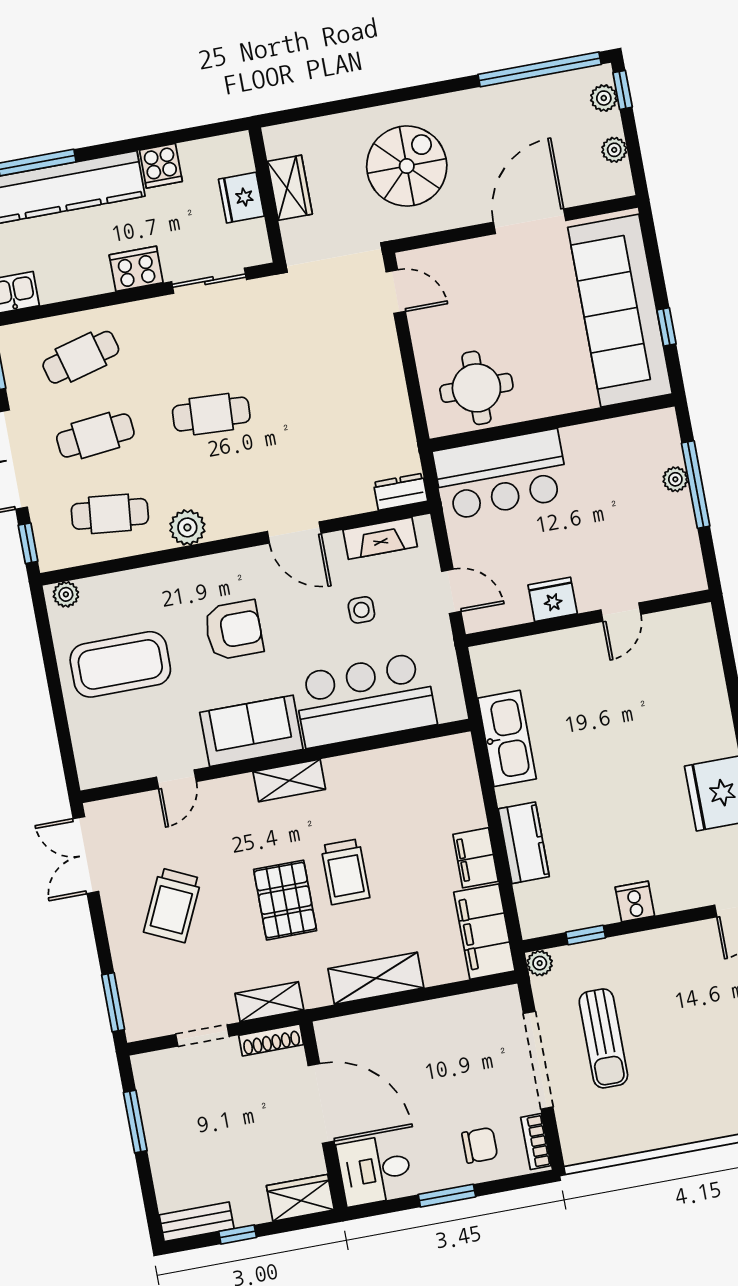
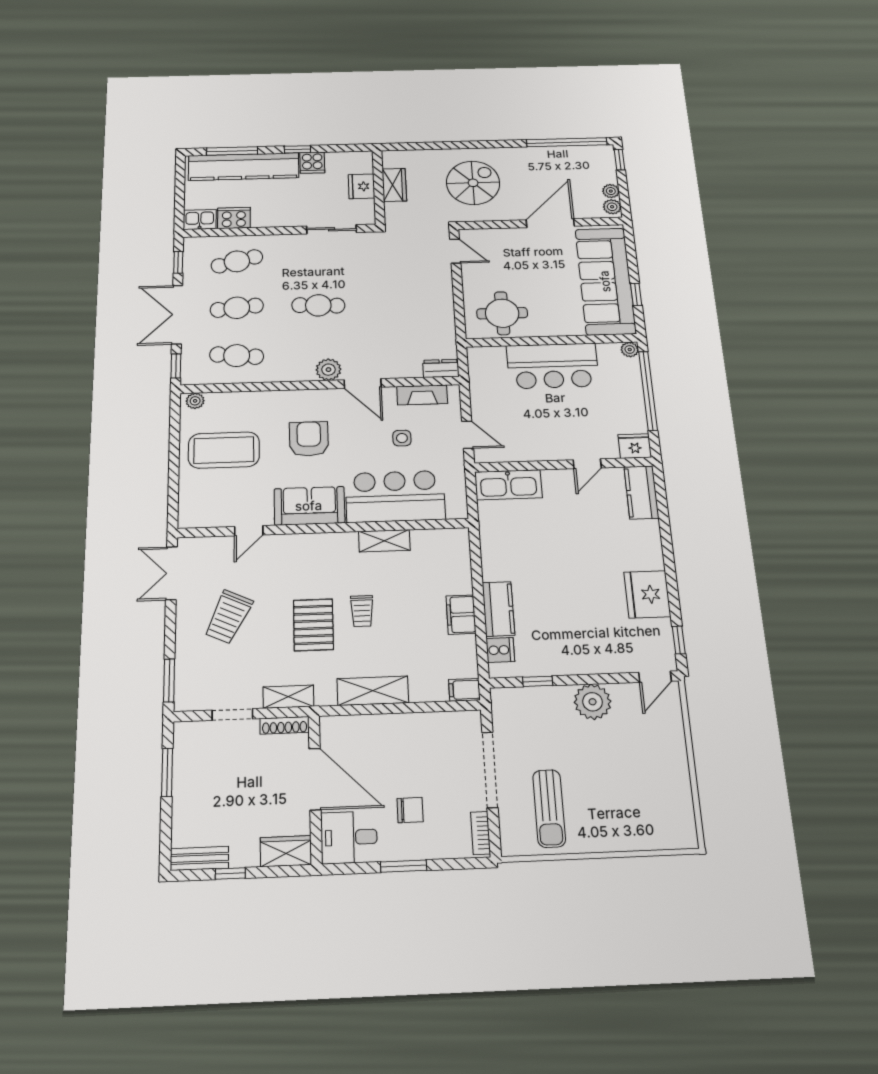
plant: (604, 98) -> (612, 207), moved
window: (134, 144) -> (297, 149), added
cooker: (136, 269) -> (234, 218), moved
bar counter: (501, 475) -> (553, 366), moved
plant: (675, 479) -> (630, 350), moved
window: (696, 485) -> (648, 391), width x1.46
plant: (187, 527) -> (328, 370), moved
fridge: (553, 599) -> (635, 446), moved
armchair: (234, 630) -> (309, 439), turned -90
kitchen counter: (699, 645) -> (641, 492), added
kitchen sink: (507, 738) -> (508, 485), moved, turned 90
shelving: (289, 781) -> (384, 541), moved
trolley: (345, 872) -> (362, 611), width x0.73, depth x0.72
cooker: (635, 901) -> (500, 650), moved, turned 90
filing cabinet: (484, 932) -> (464, 690), width x0.33, depth x0.86
plant: (540, 963) -> (593, 702), moved, width x1.87, depth x1.87
sun lounger: (603, 1038) -> (549, 808), moved
chair: (480, 1145) -> (410, 810), moved

